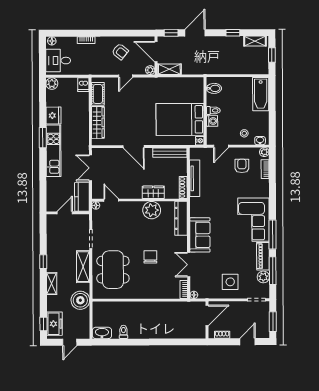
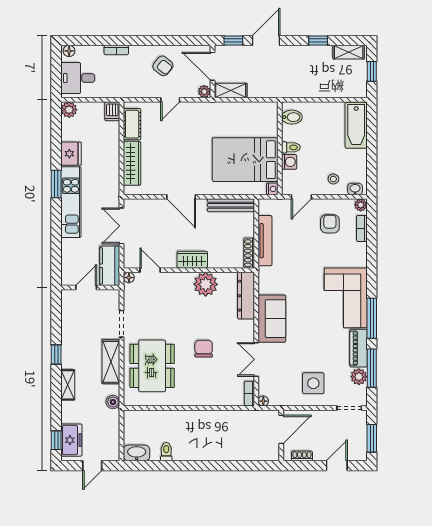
wardrobe: (153, 192) -> (192, 260), moved
boiler: (80, 300) -> (113, 402), width x0.54, depth x0.54

